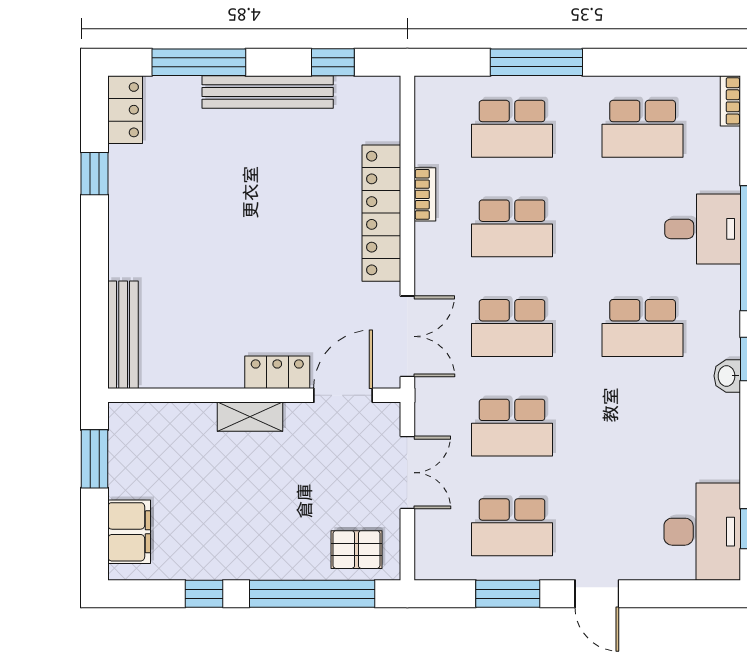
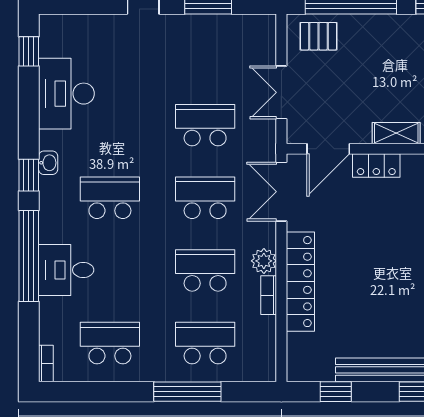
plant: (432, 241) -> (264, 261), added
school desk: (512, 527) -> (205, 52), removed
desk: (702, 532) -> (66, 94), moved

